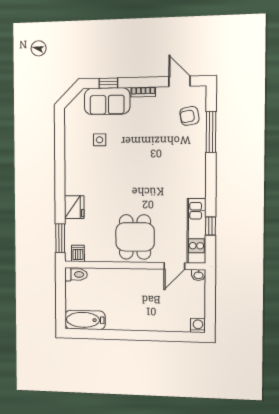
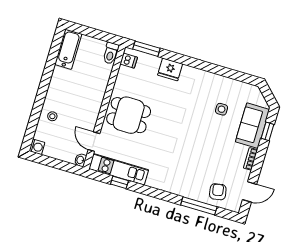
stool: (160, 318) -> (52, 116), added

